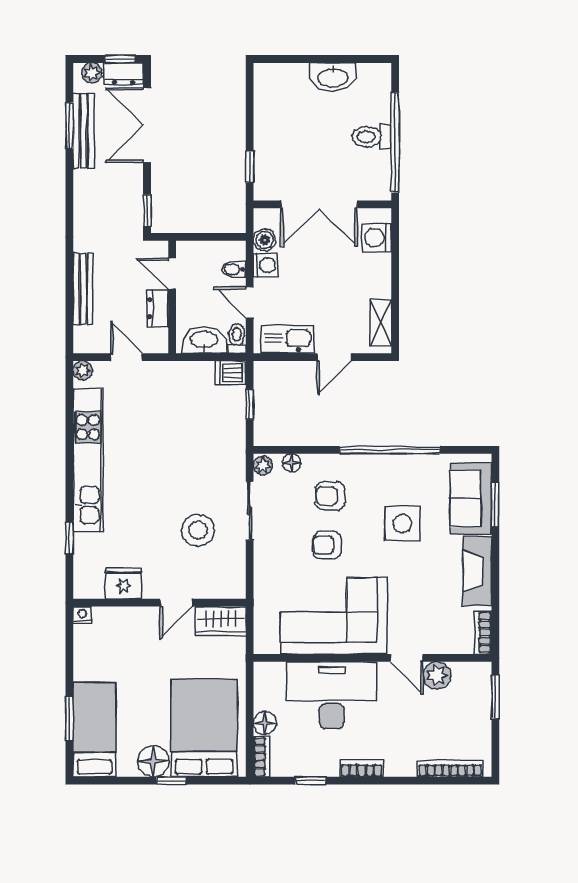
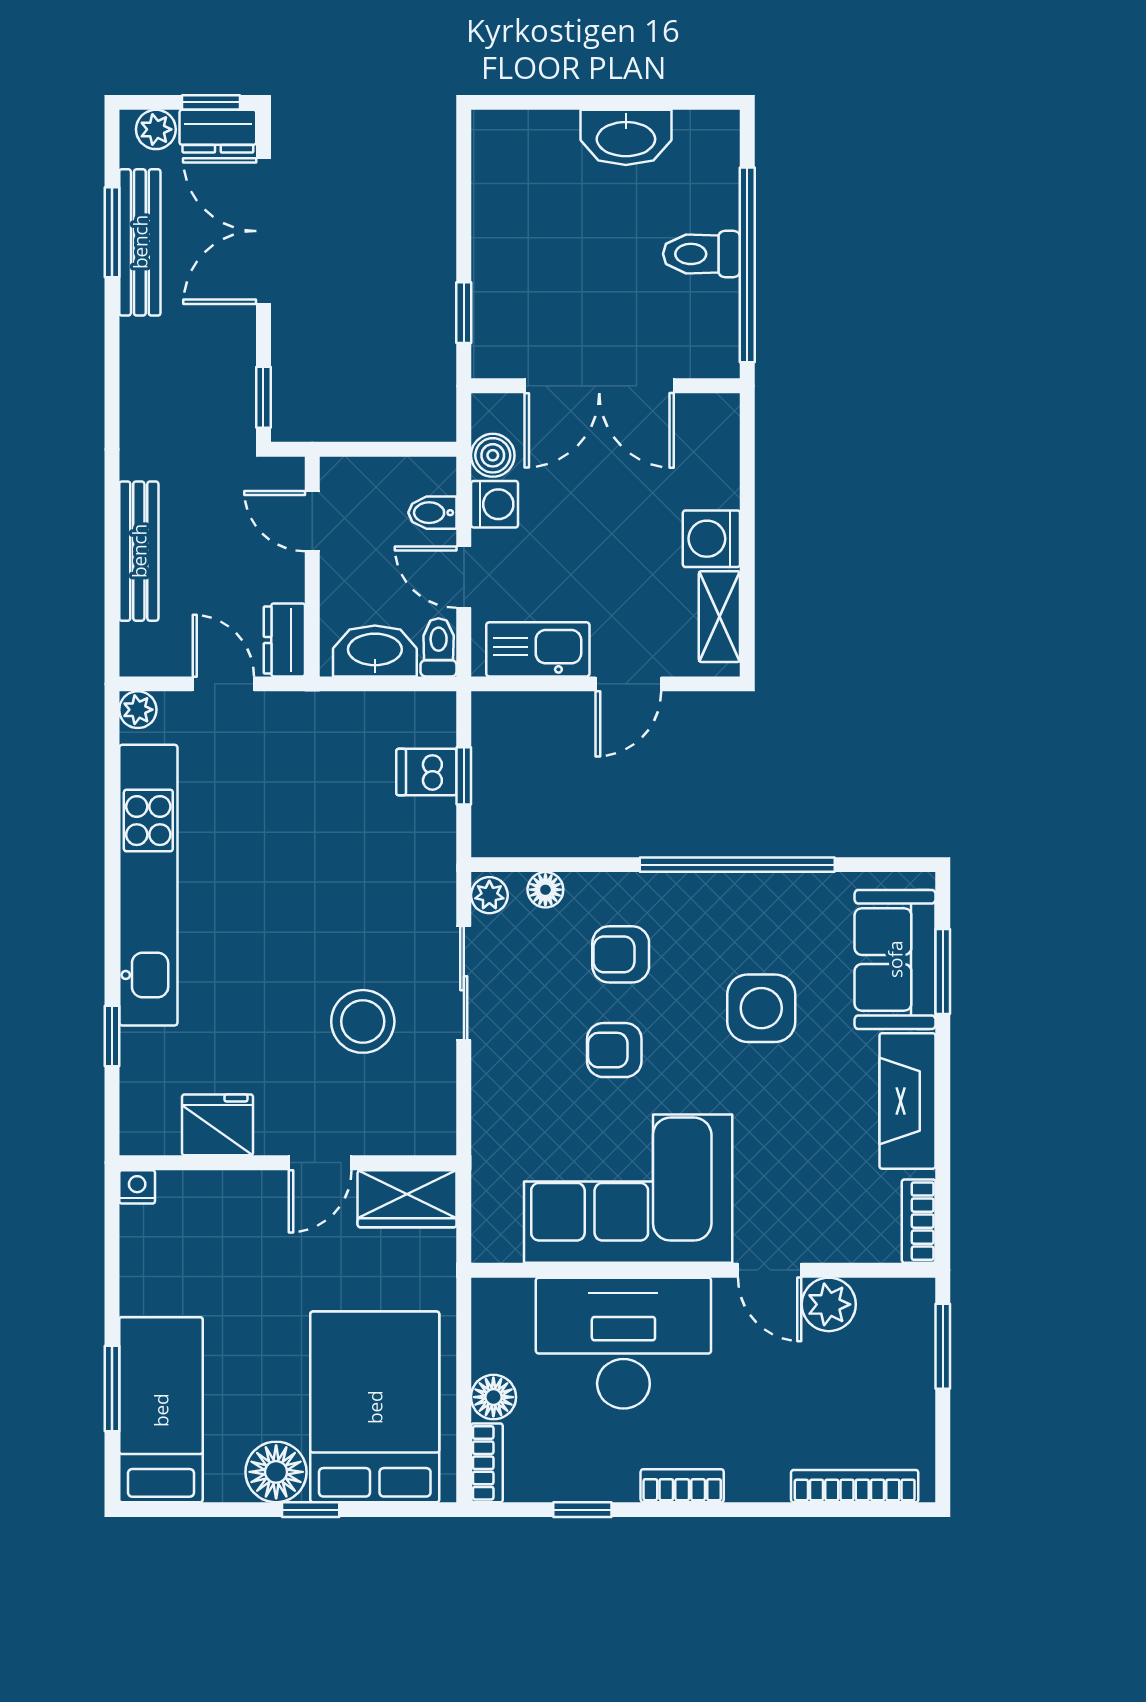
washing machine: (377, 237) -> (711, 539), moved
dresser: (158, 308) -> (284, 640), moved
dishwasher: (231, 373) -> (426, 772), moved

